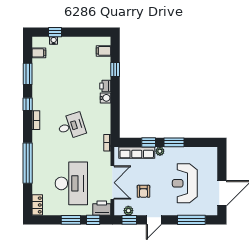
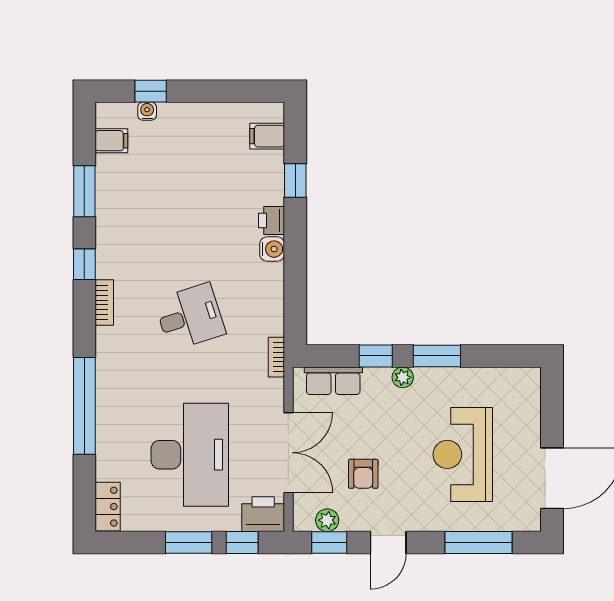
row of seats: (137, 153) -> (333, 381), width x0.68

